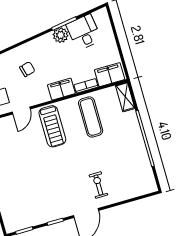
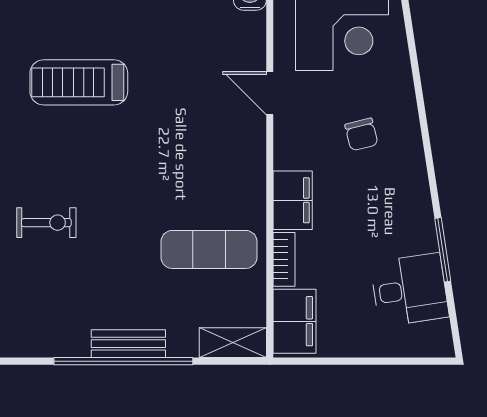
plant: (61, 35) -> (418, 234), removed
treadmill: (52, 126) -> (79, 82), moved
bench: (137, 138) -> (128, 344), added

